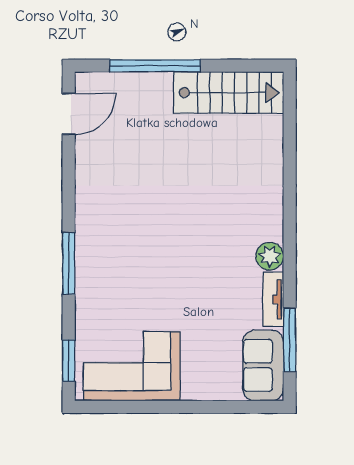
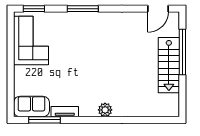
stairs: (228, 93) -> (169, 65), moved
door: (69, 114) -> (158, 9), hinge flipped
plant: (270, 256) -> (105, 110), moved

